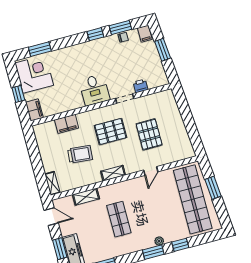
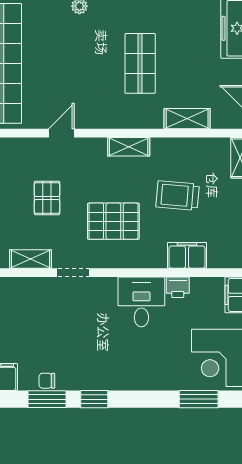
printer: (140, 86) -> (178, 287), moved
desk: (94, 90) -> (141, 302), moved
shelving: (149, 100) -> (30, 259), added
pallet: (149, 134) -> (47, 198), width x0.67, depth x0.71

